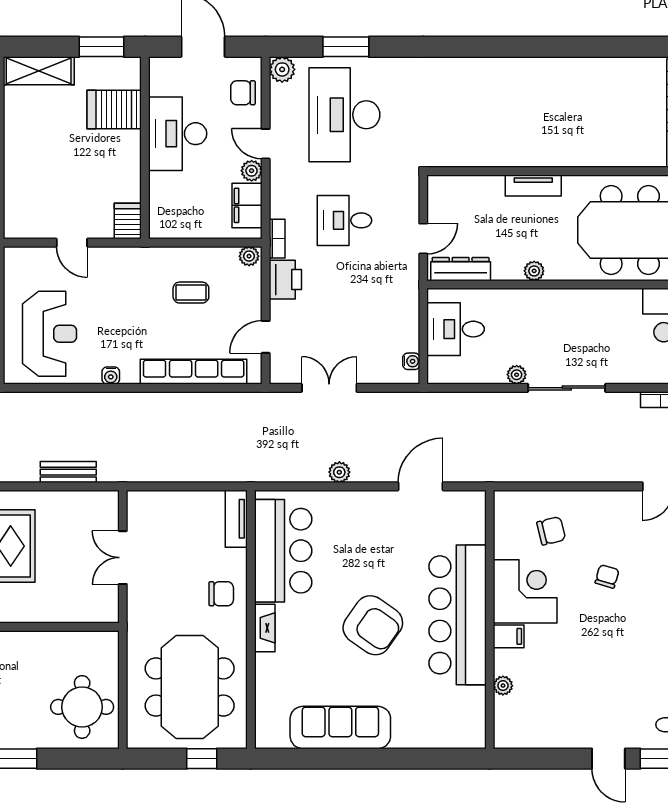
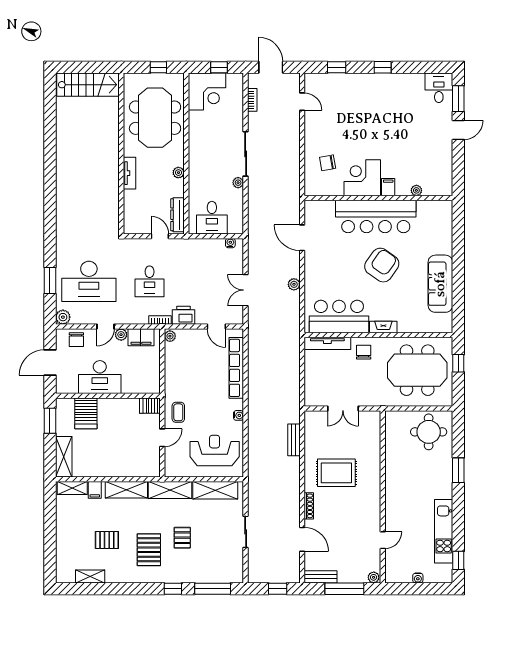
coffee table: (191, 293) -> (178, 412), moved
tv unit: (236, 519) -> (327, 343), width x1.41
chair: (551, 531) -> (328, 163), turned -86
chair: (607, 576) -> (354, 131), removed

